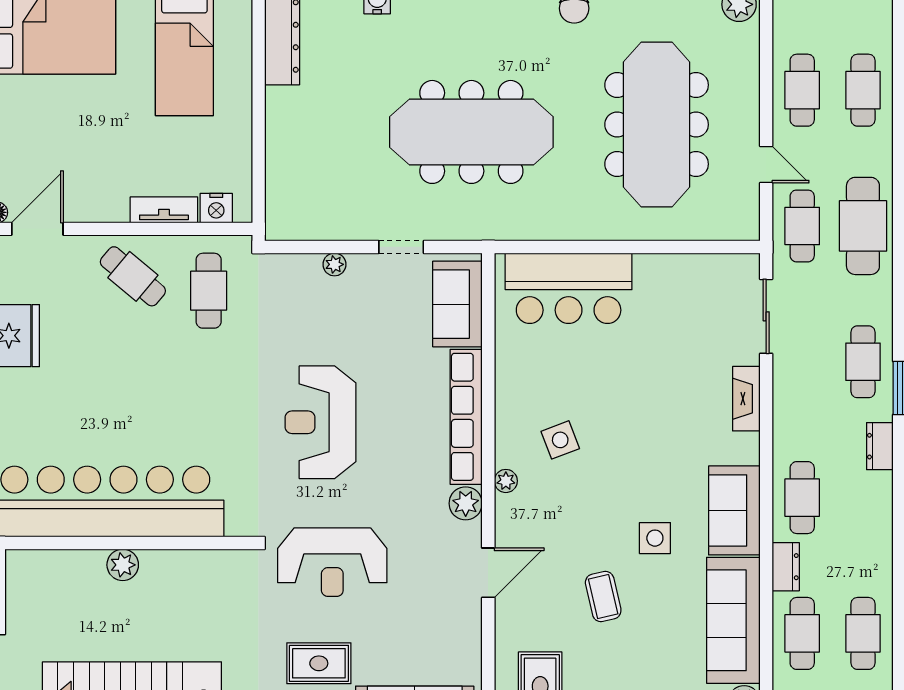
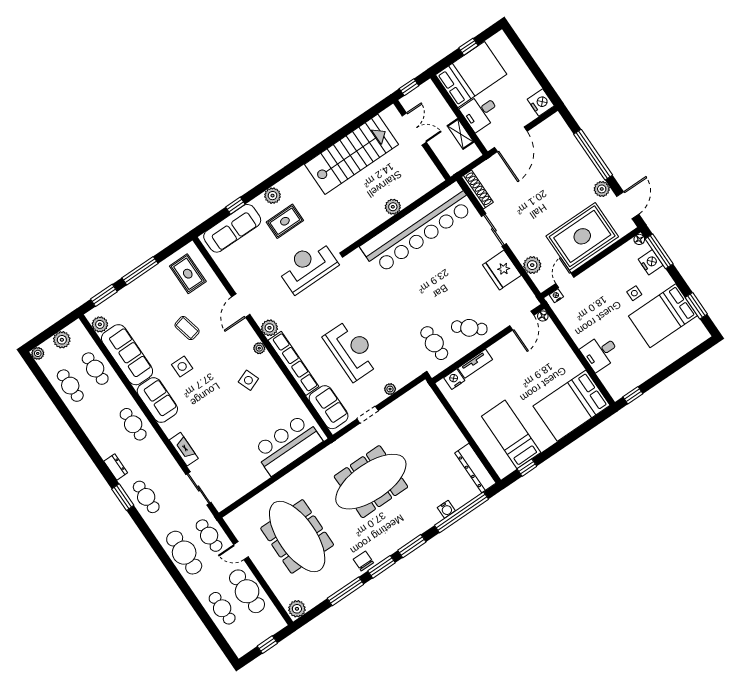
cafe table: (802, 90) -> (247, 591), width x1.37, depth x1.35
reception desk: (321, 422) -> (352, 350), moved
dresser: (786, 567) -> (121, 391), removed

